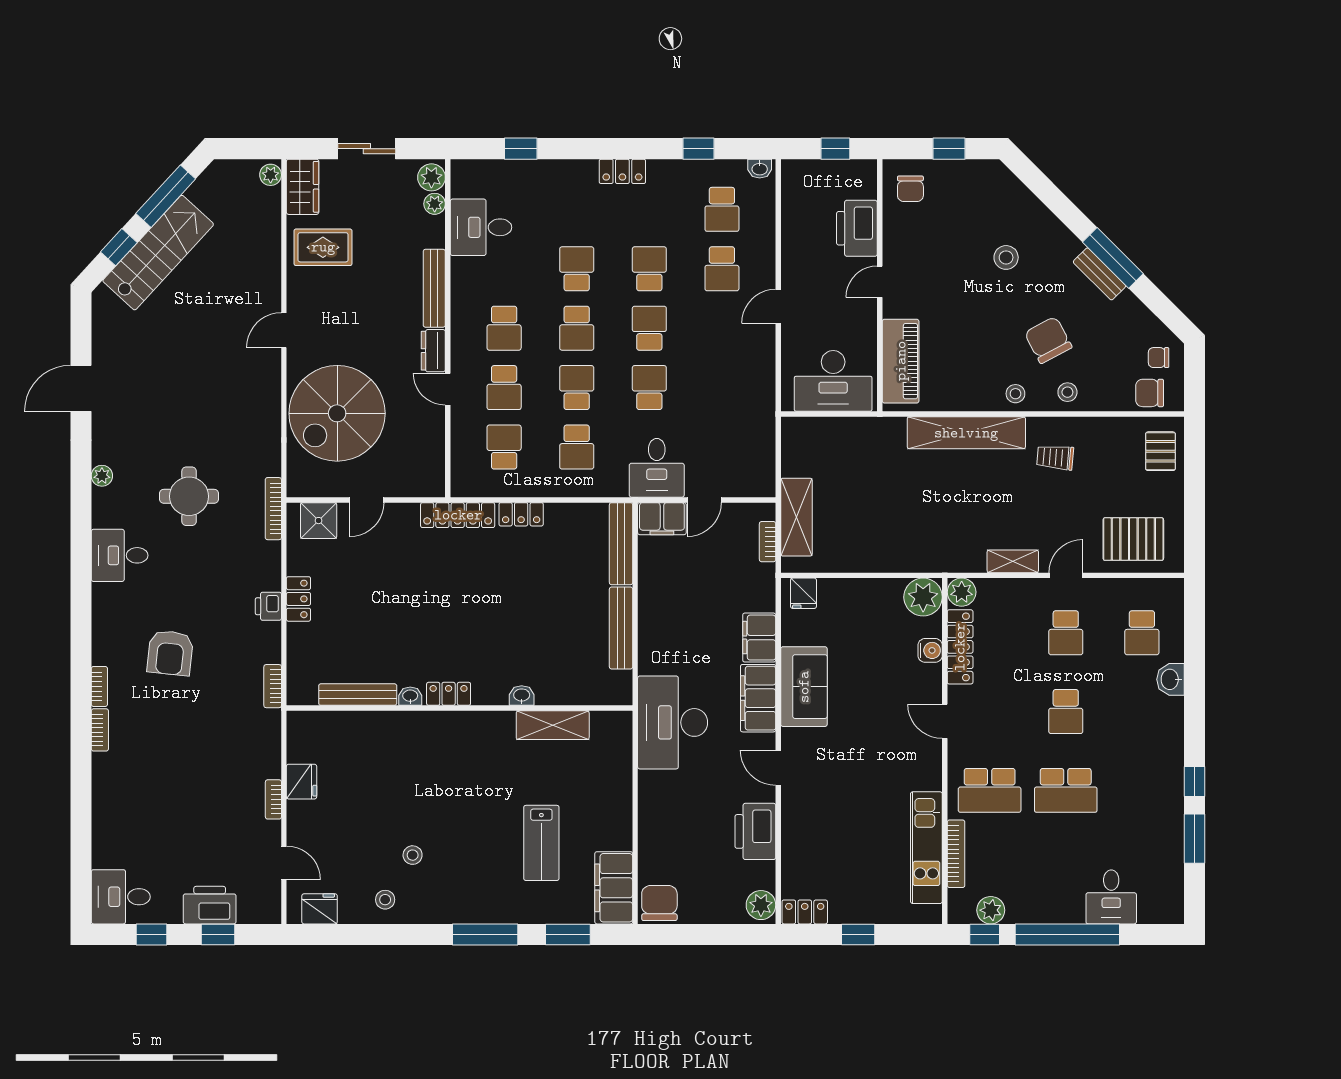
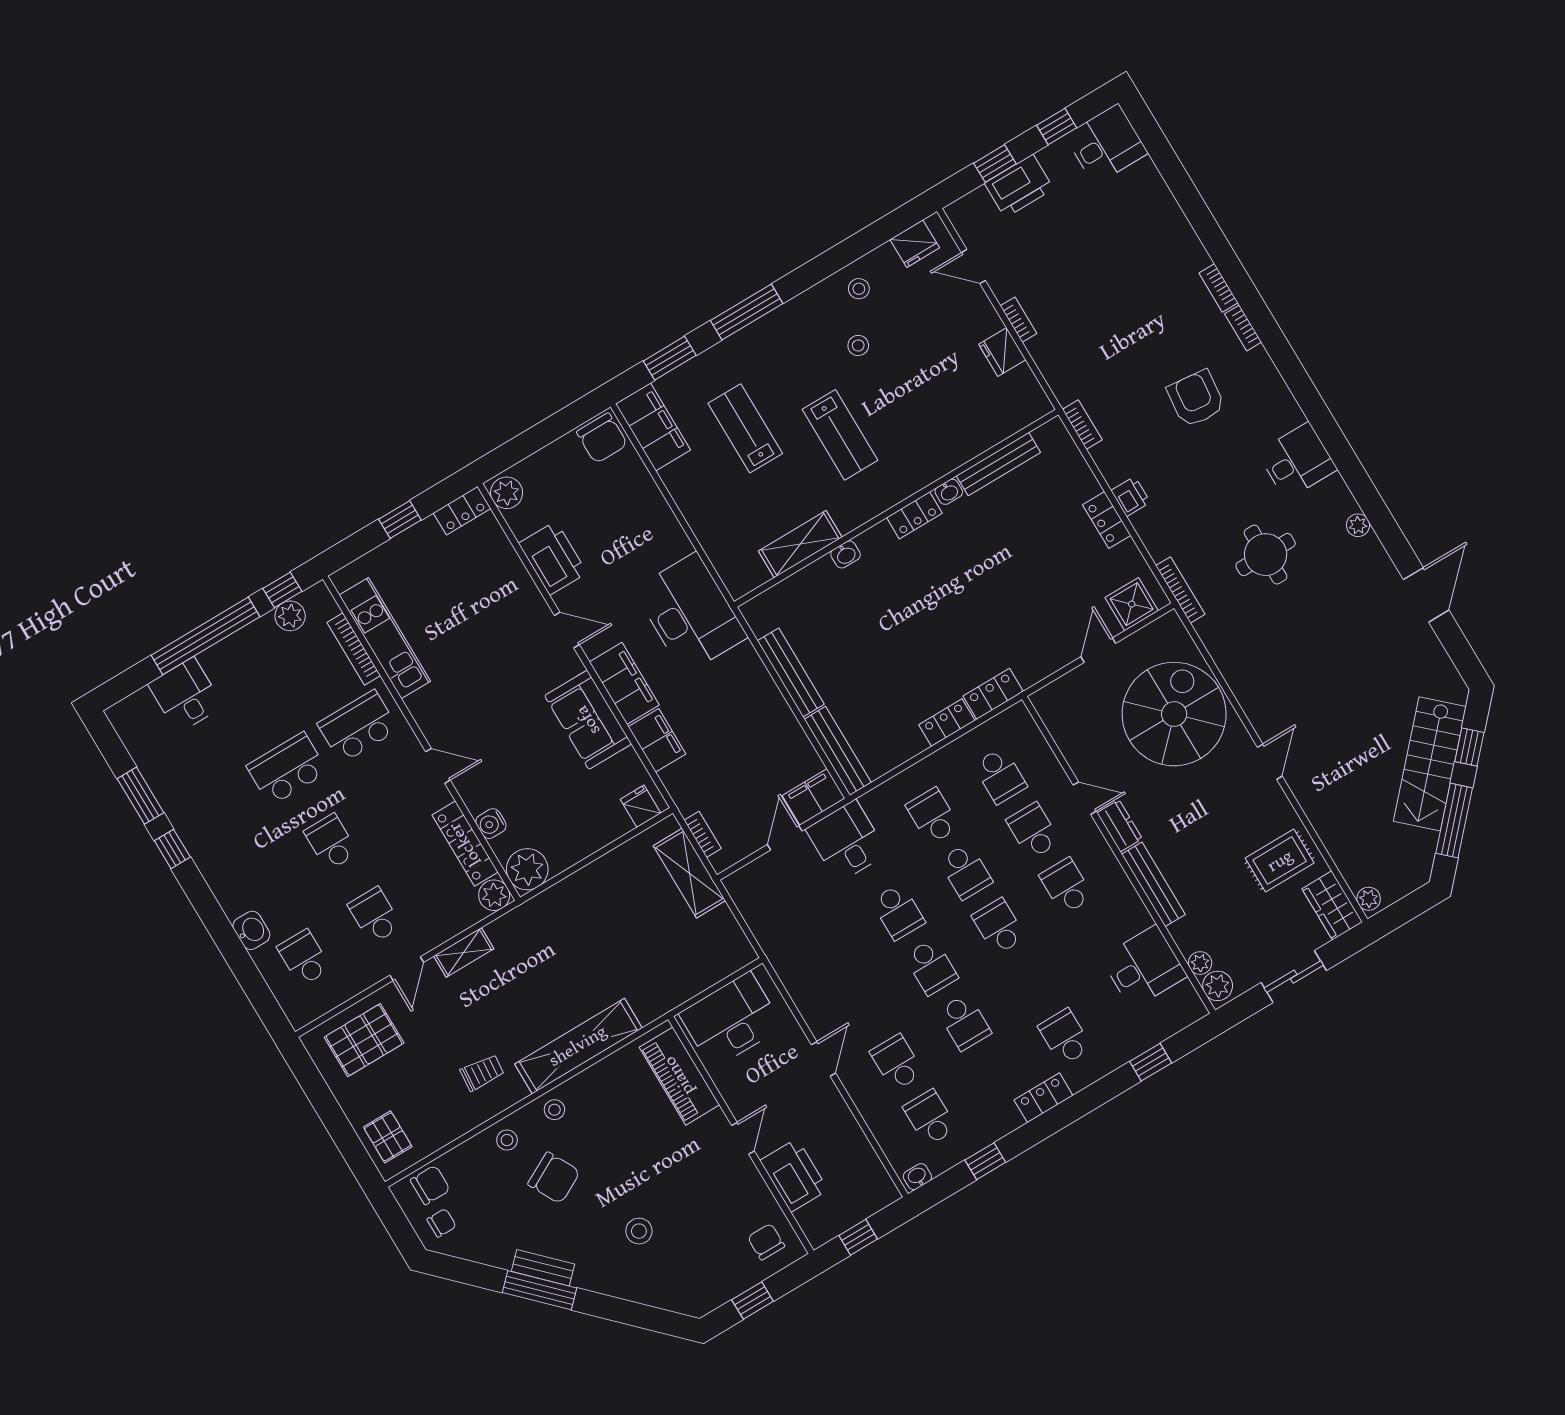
school desk: (577, 269) -> (1065, 1037), moved, turned 180
locker: (458, 515) -> (993, 694), width x0.66
lab bench: (469, 793) -> (840, 435), added

